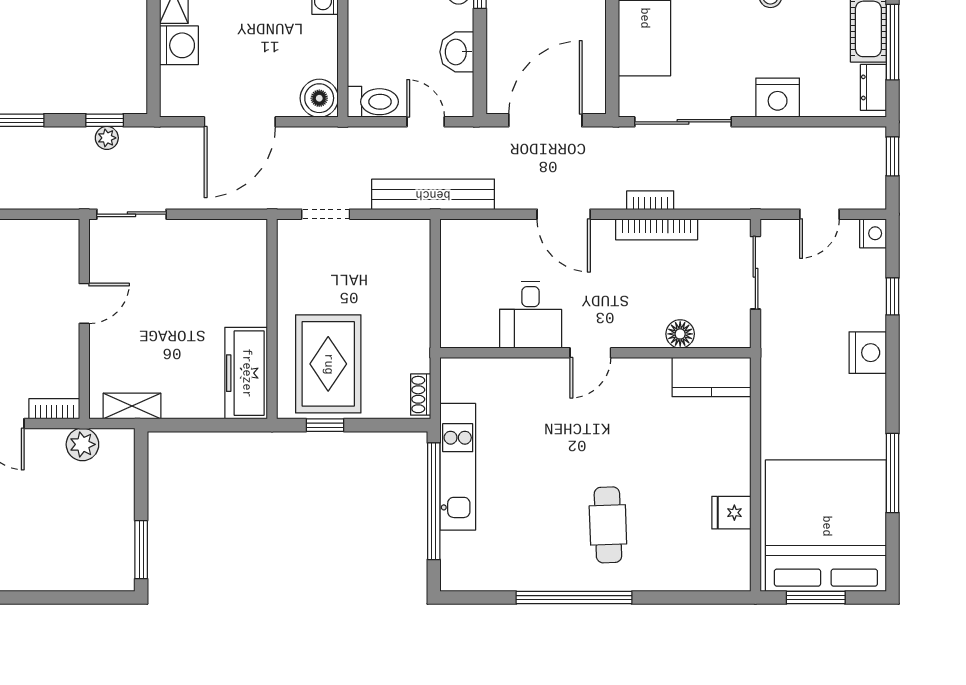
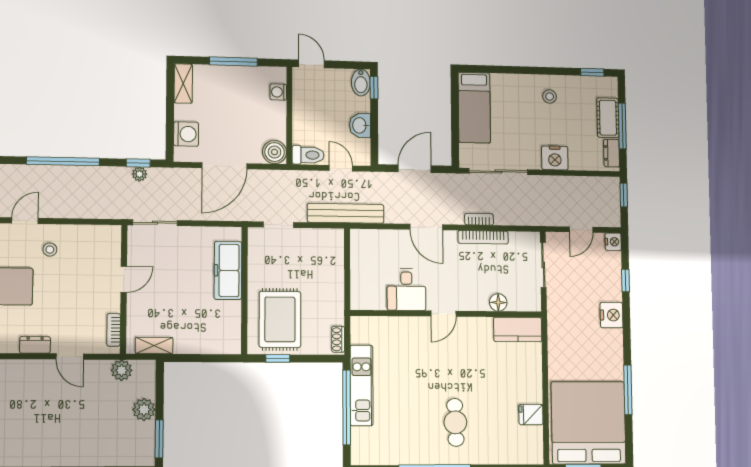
washing machine: (179, 45) -> (186, 134), moved
door: (545, 120) -> (415, 169), width x0.73
freezer: (246, 373) -> (228, 270), moved
bookcase: (54, 409) -> (114, 330), moved, turned -90
plant: (117, 505) -> (144, 410), added

